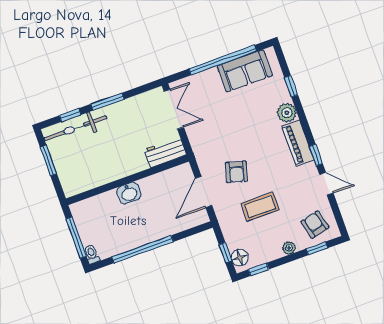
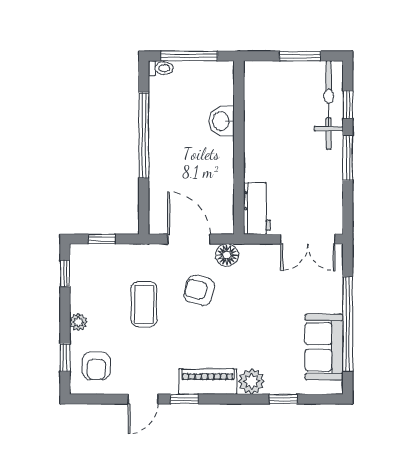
washbasin: (129, 193) -> (222, 121), moved
armchair: (315, 225) -> (96, 366), turned 104
floor lamp: (240, 258) -> (227, 255), moved

